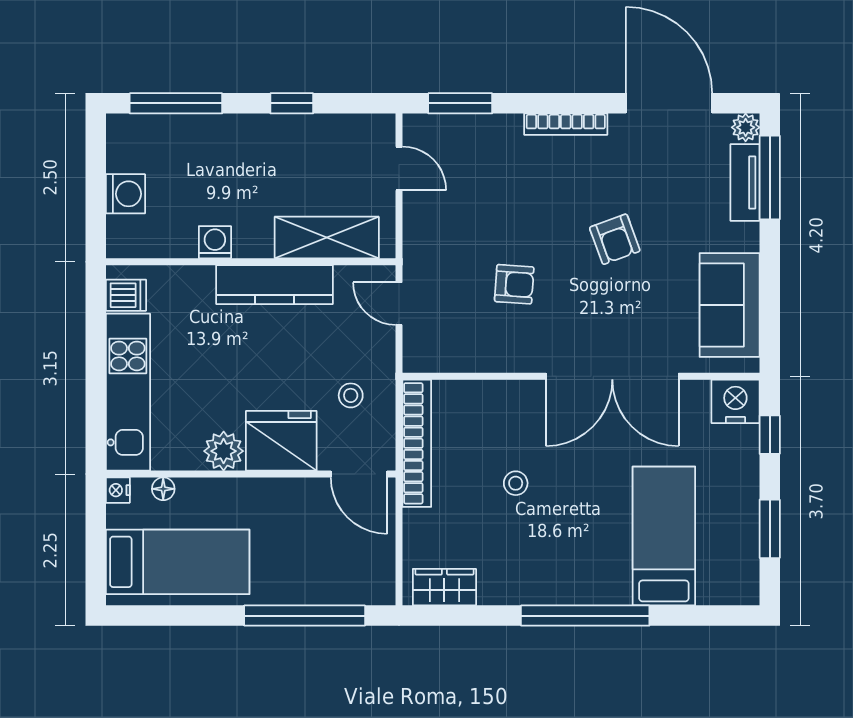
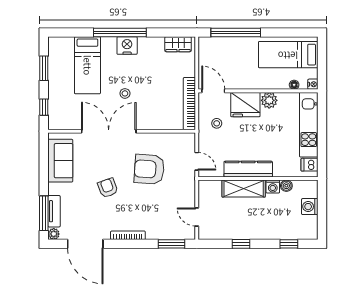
window: (176, 103) -> (289, 244), width x0.46
shelving: (327, 238) -> (244, 188), moved
boiler: (182, 244) -> (286, 186), added
armchair: (514, 284) -> (149, 169), width x1.88, depth x1.88
nightstand: (735, 401) -> (127, 46), moved, turned 180
stool: (516, 483) -> (125, 93), moved

